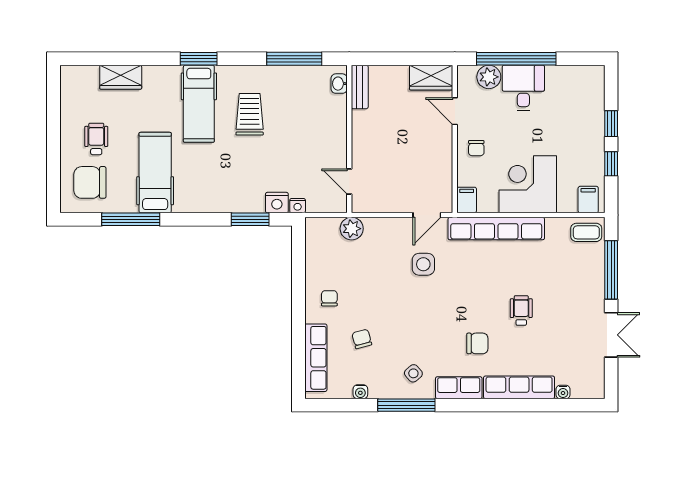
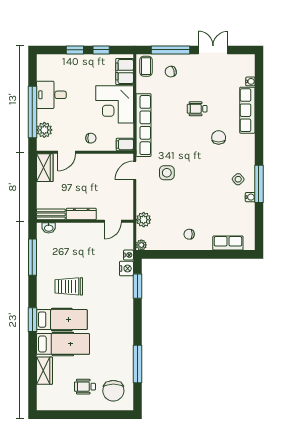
desk: (523, 88) -> (51, 95), moved
dresser: (360, 133) -> (81, 214), added
hospital bed: (155, 173) -> (63, 344), moved, turned 180
filing cabinet: (588, 200) -> (125, 72), width x2.00
door: (427, 215) -> (135, 170), swing flipped
plant: (313, 225) -> (141, 245), added
chair: (362, 339) -> (171, 72), moved
row of seats: (316, 358) -> (228, 243), width x0.68
row of seats: (459, 388) -> (248, 150), removed
water cooler: (360, 392) -> (250, 197), moved

